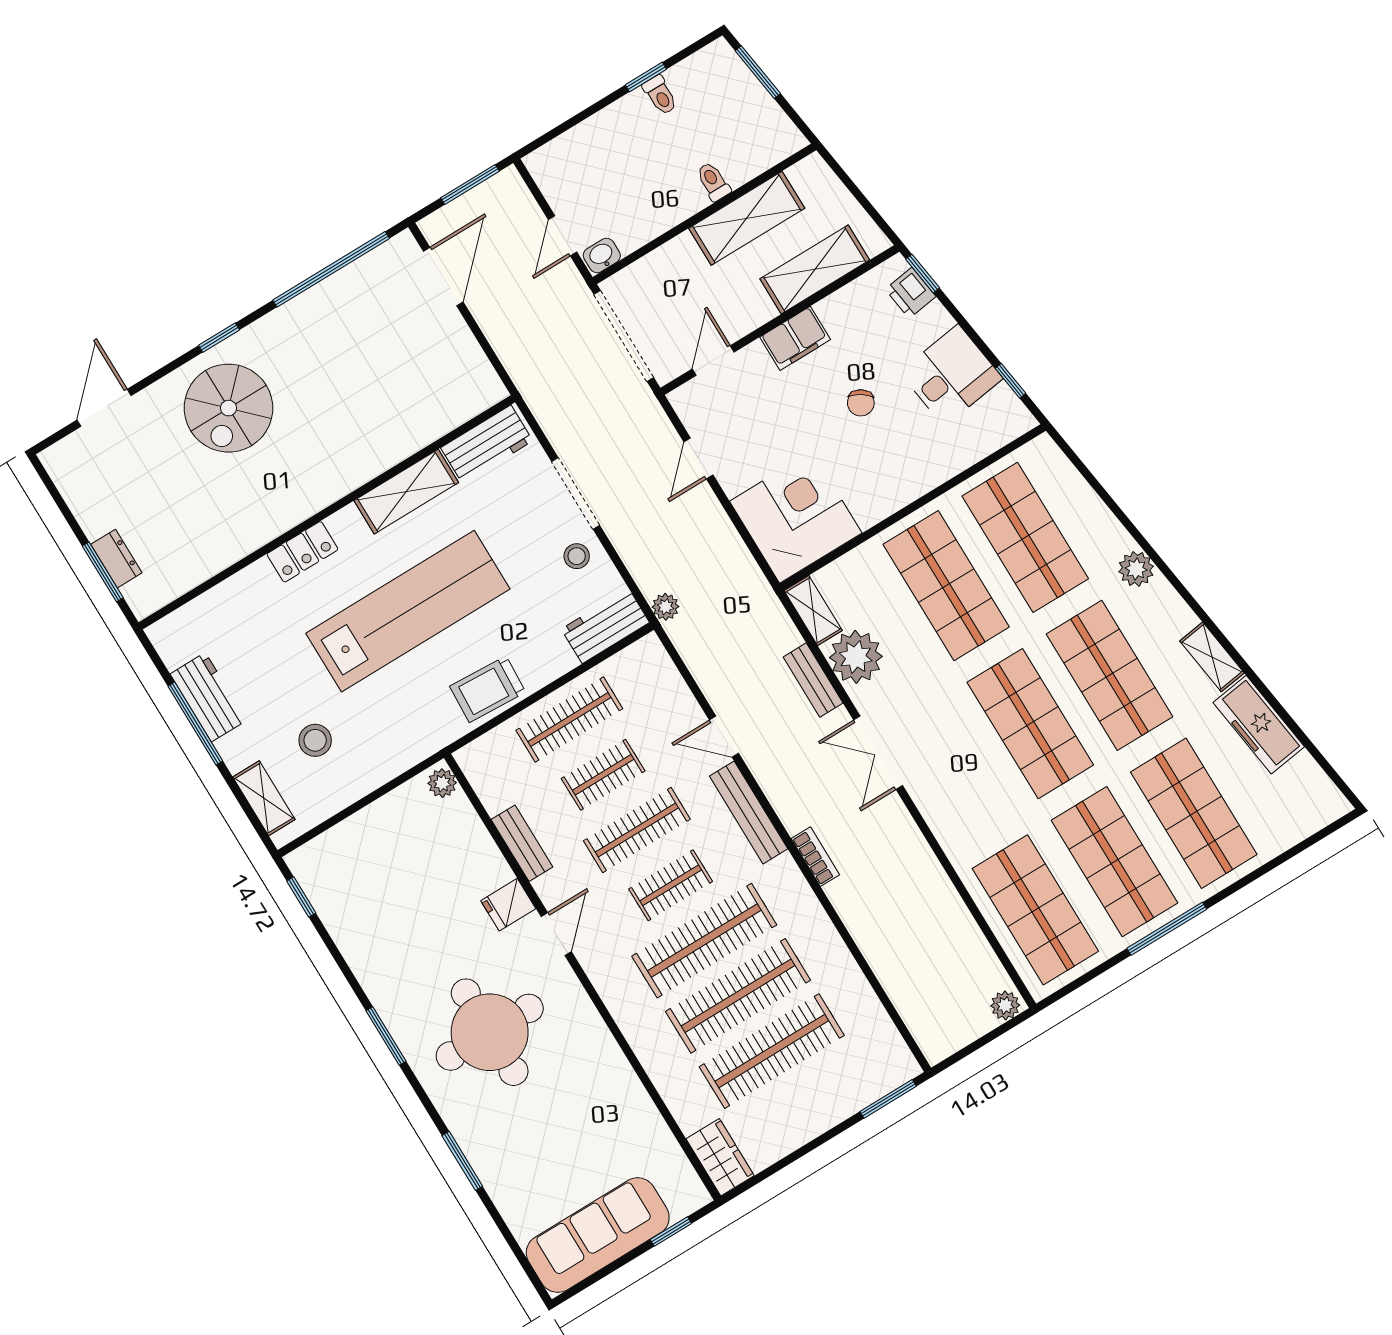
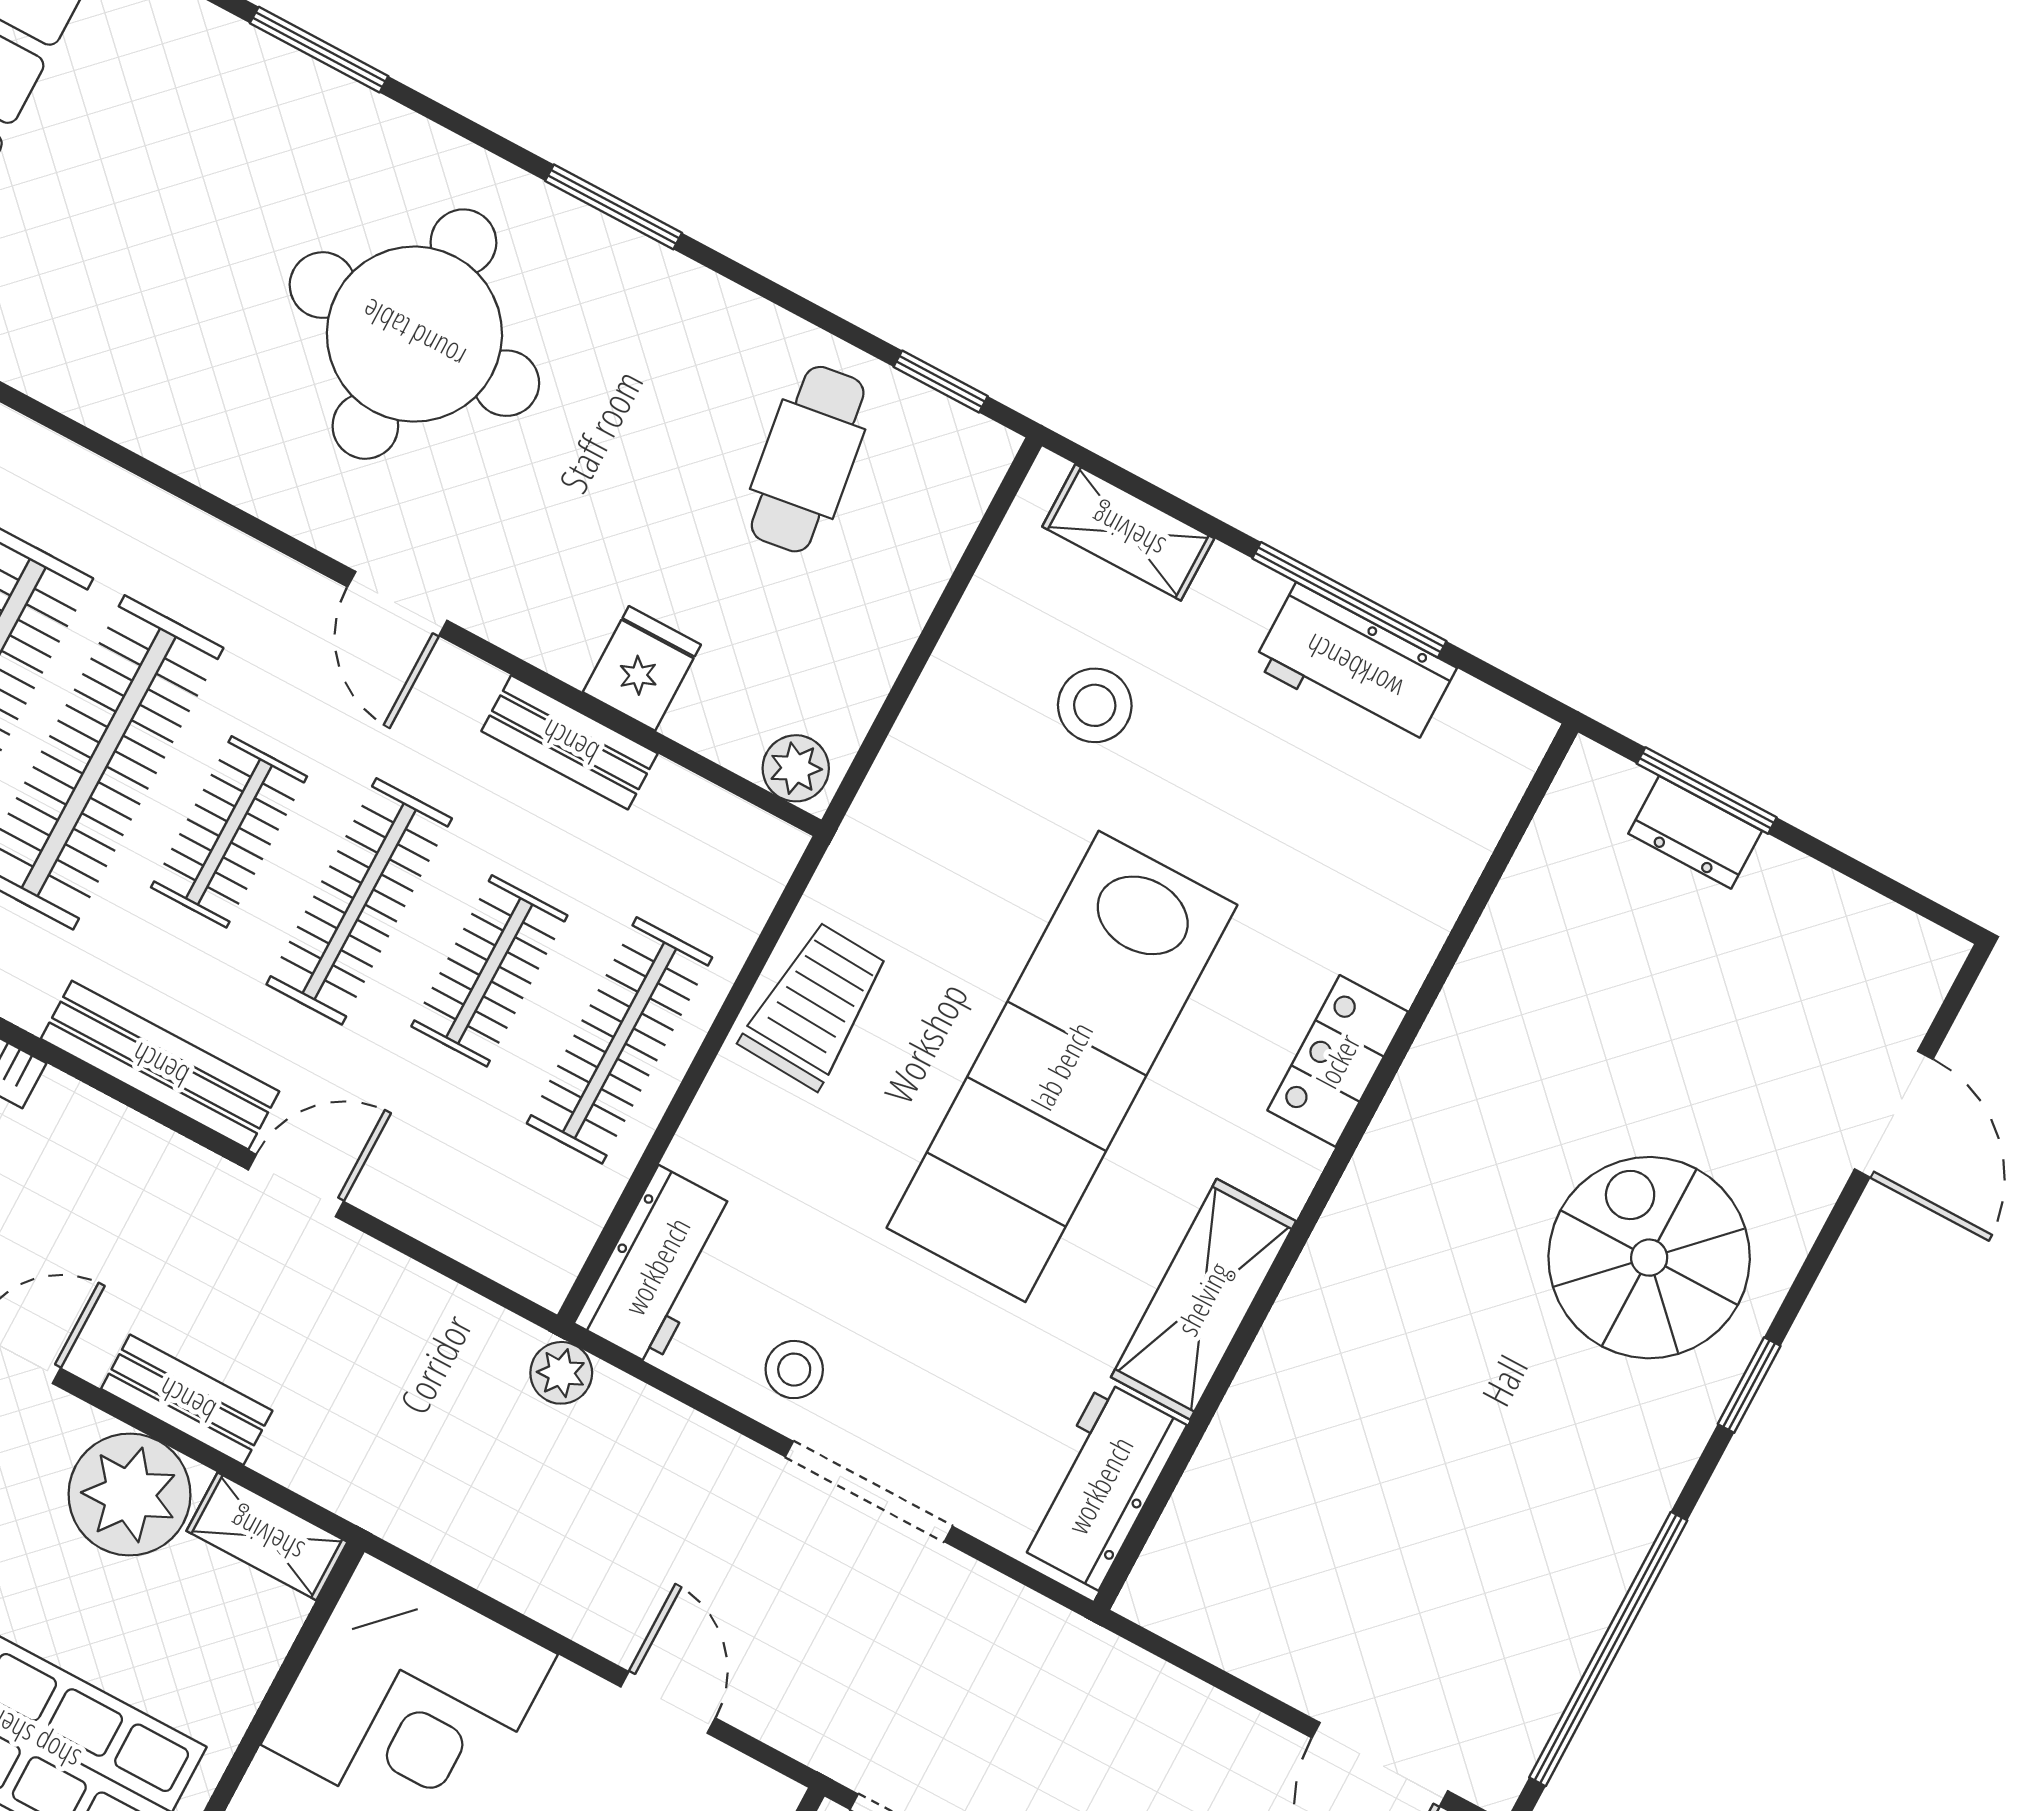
cafe table: (369, 897) -> (808, 459), added
fridge: (508, 905) -> (642, 668), moved

